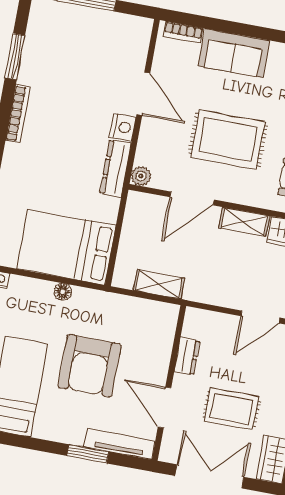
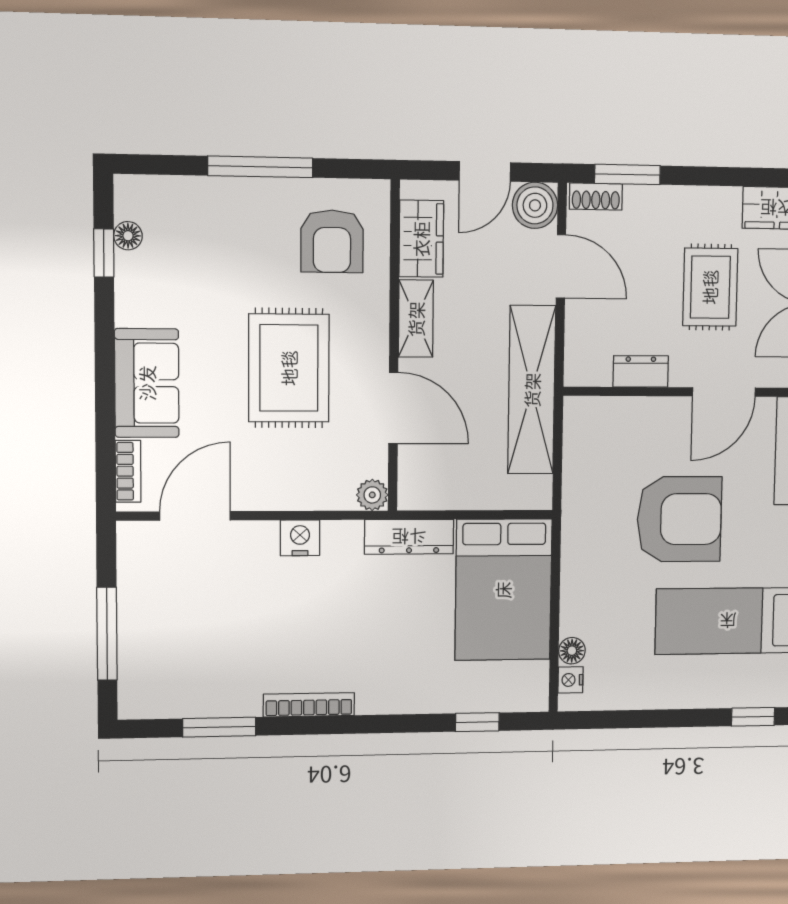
door: (143, 94) -> (195, 516), moved
dresser: (115, 169) -> (409, 537), moved
shelving: (159, 284) -> (532, 390), width x2.20, depth x1.33
floor lamp: (63, 292) -> (572, 651), moved

